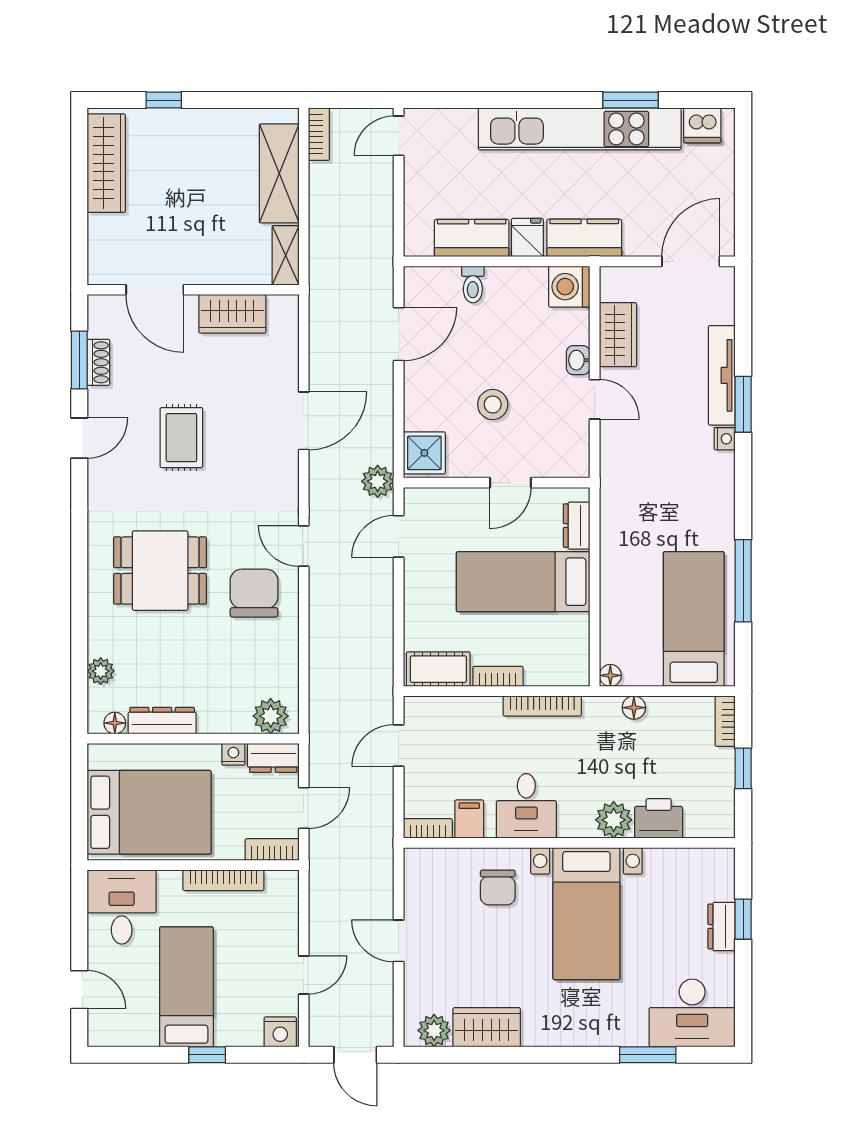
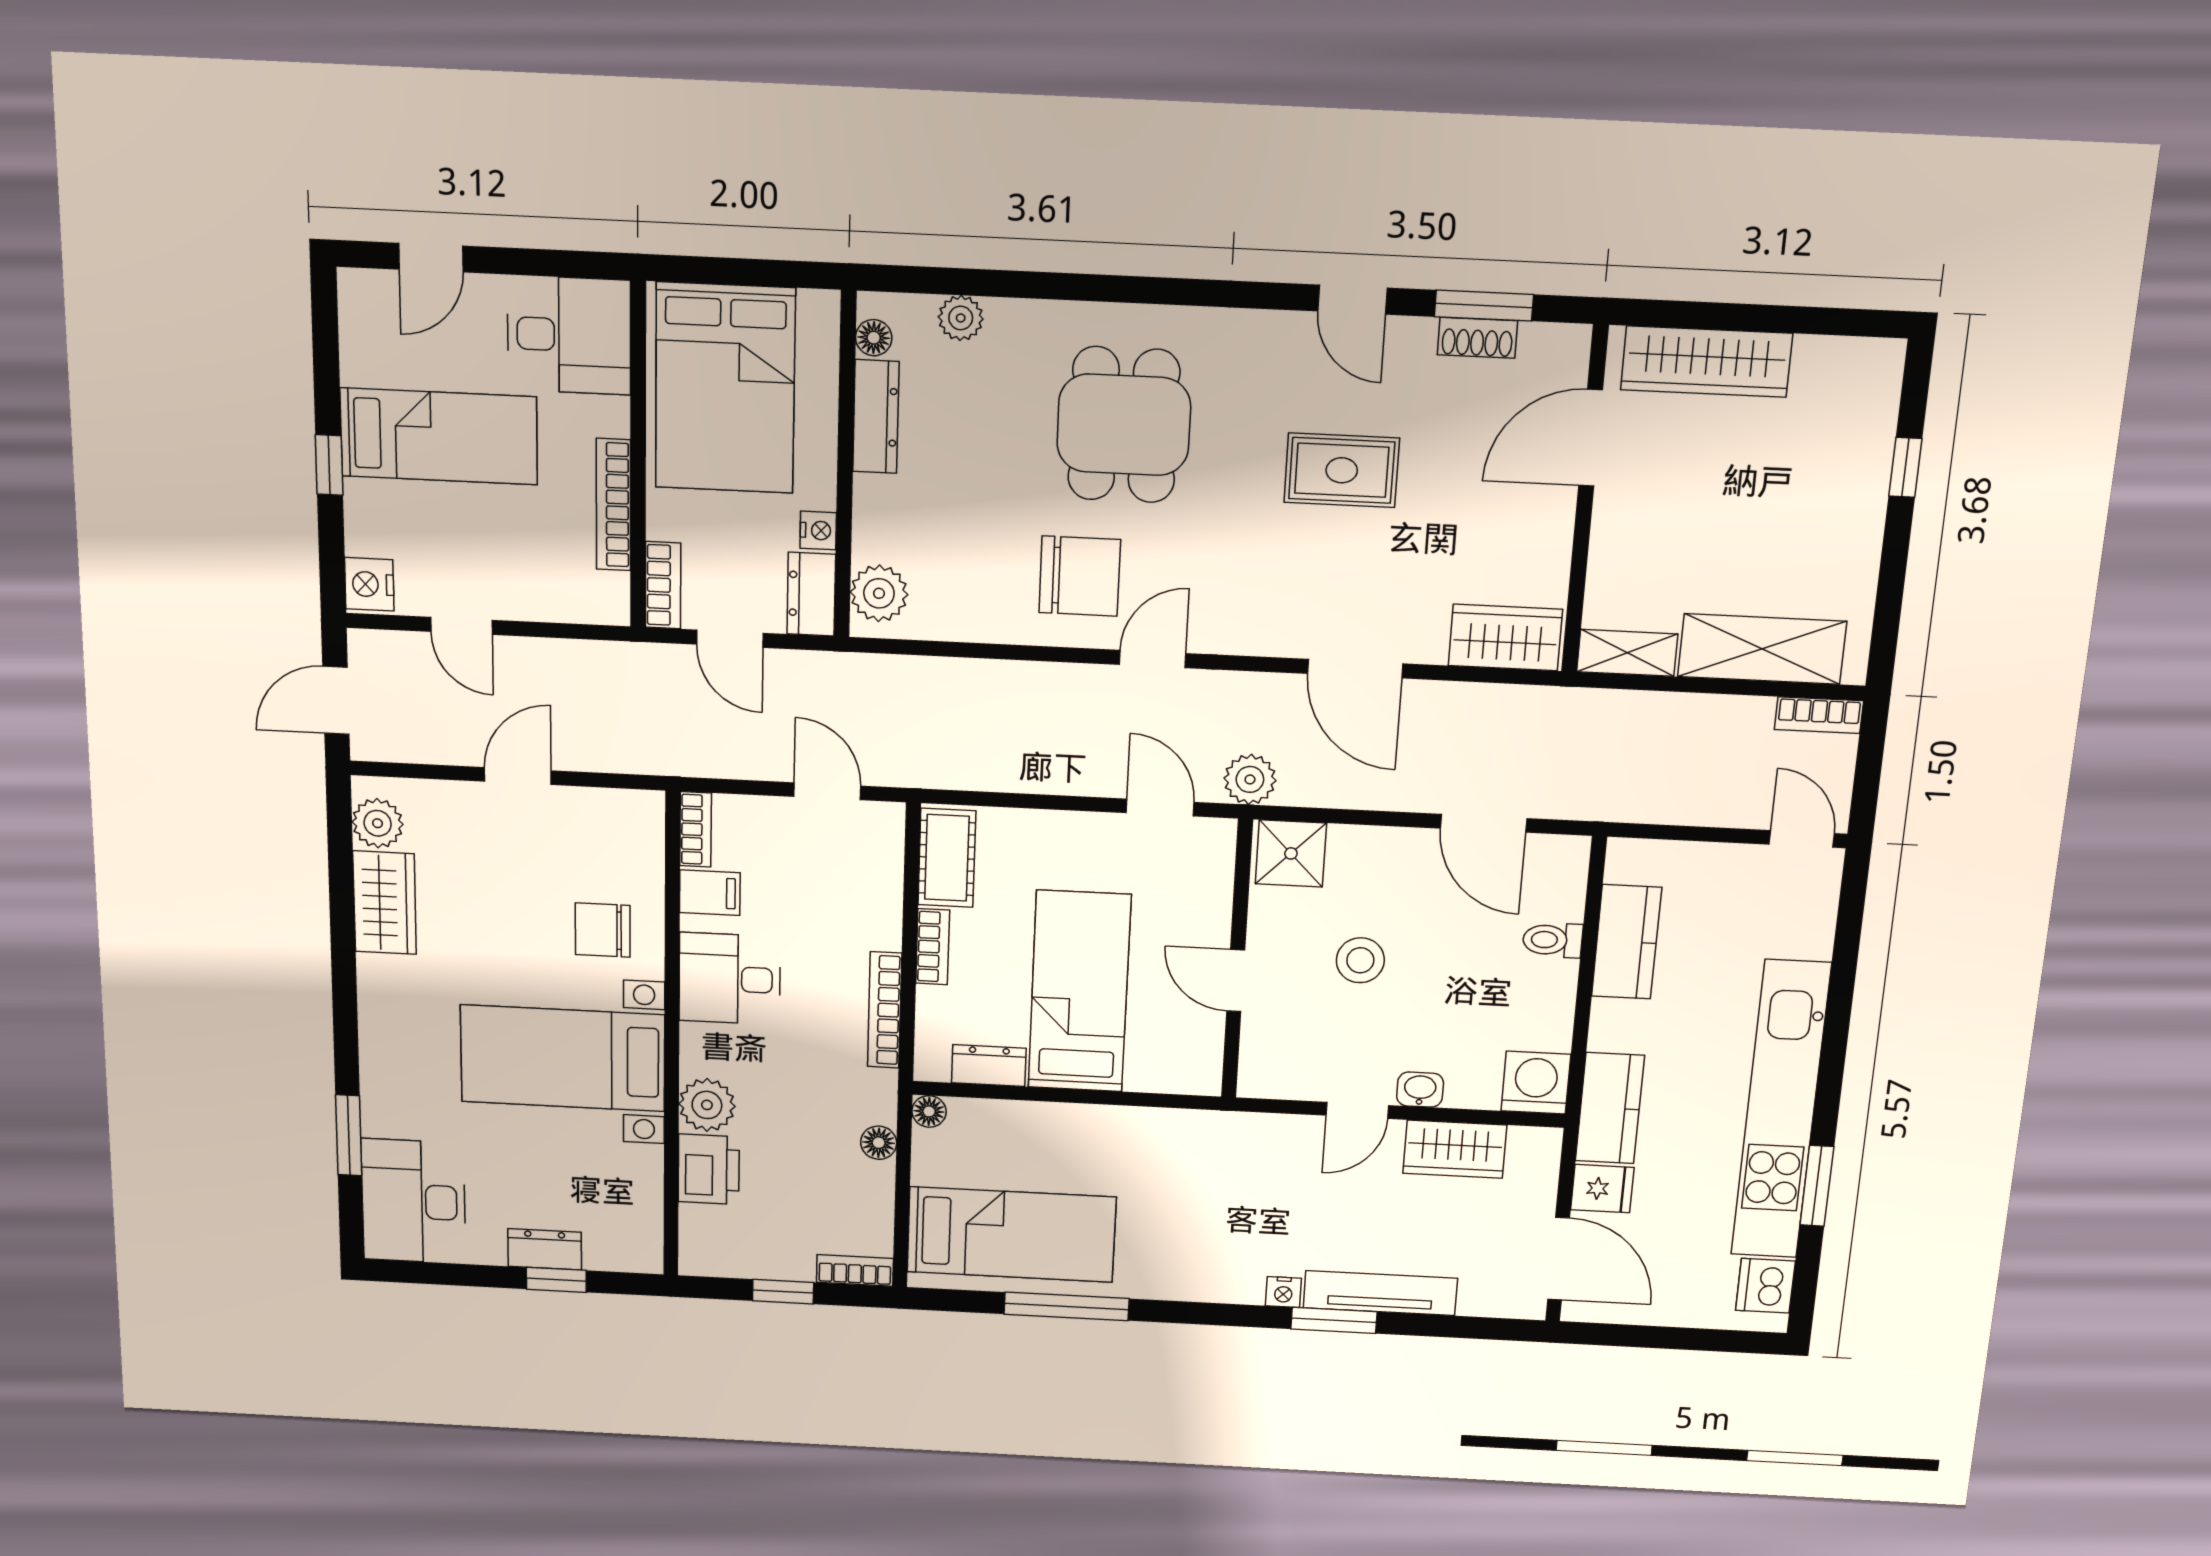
wardrobe: (106, 163) -> (1706, 362), moved
fridge: (527, 238) -> (1602, 1189), moved
wardrobe: (232, 314) -> (1505, 637), moved, turned 90
dresser: (577, 526) -> (989, 1066), moved

